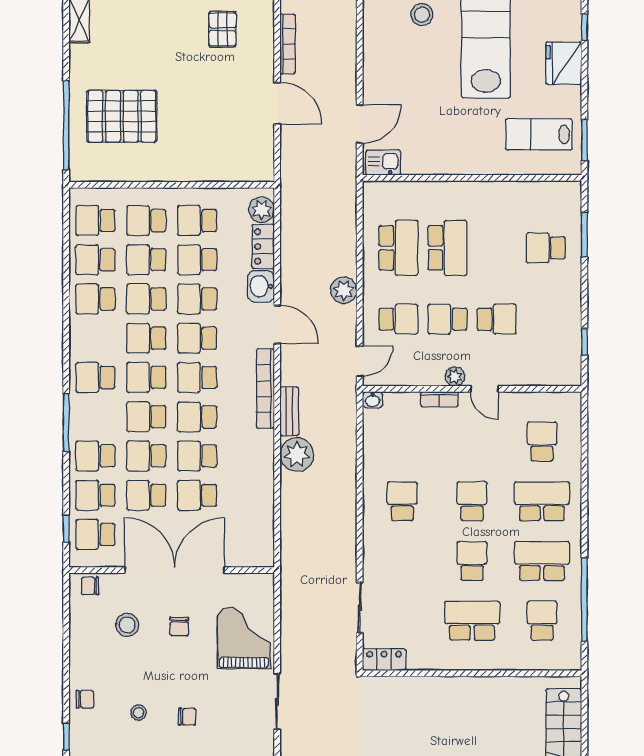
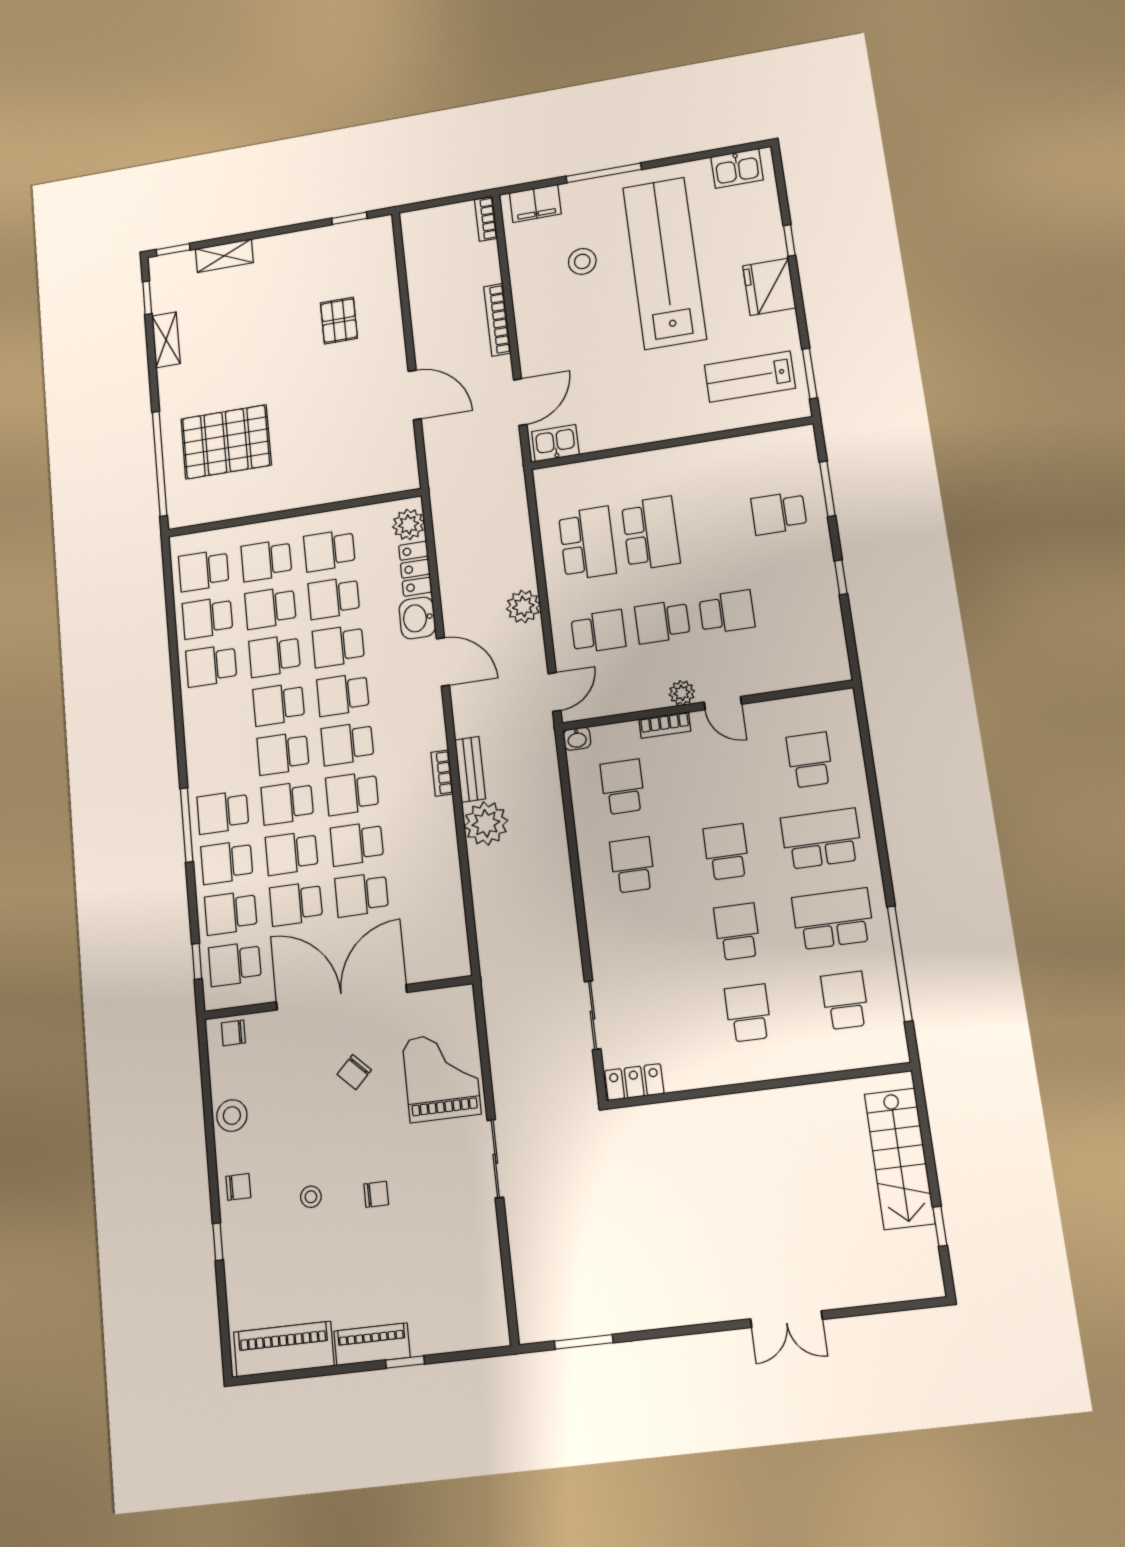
bookcase: (288, 44) -> (497, 320), moved, turned 180
window: (584, 342) -> (841, 577), moved
school desk: (95, 377) -> (223, 812), moved
bookcase: (265, 389) -> (442, 773), width x0.43, depth x0.76
school desk: (402, 442) -> (623, 787), added
school desk: (472, 621) -> (748, 1013), width x0.54
stool: (127, 625) -> (232, 1116), moved
chair: (179, 627) -> (354, 1072), turned 45

